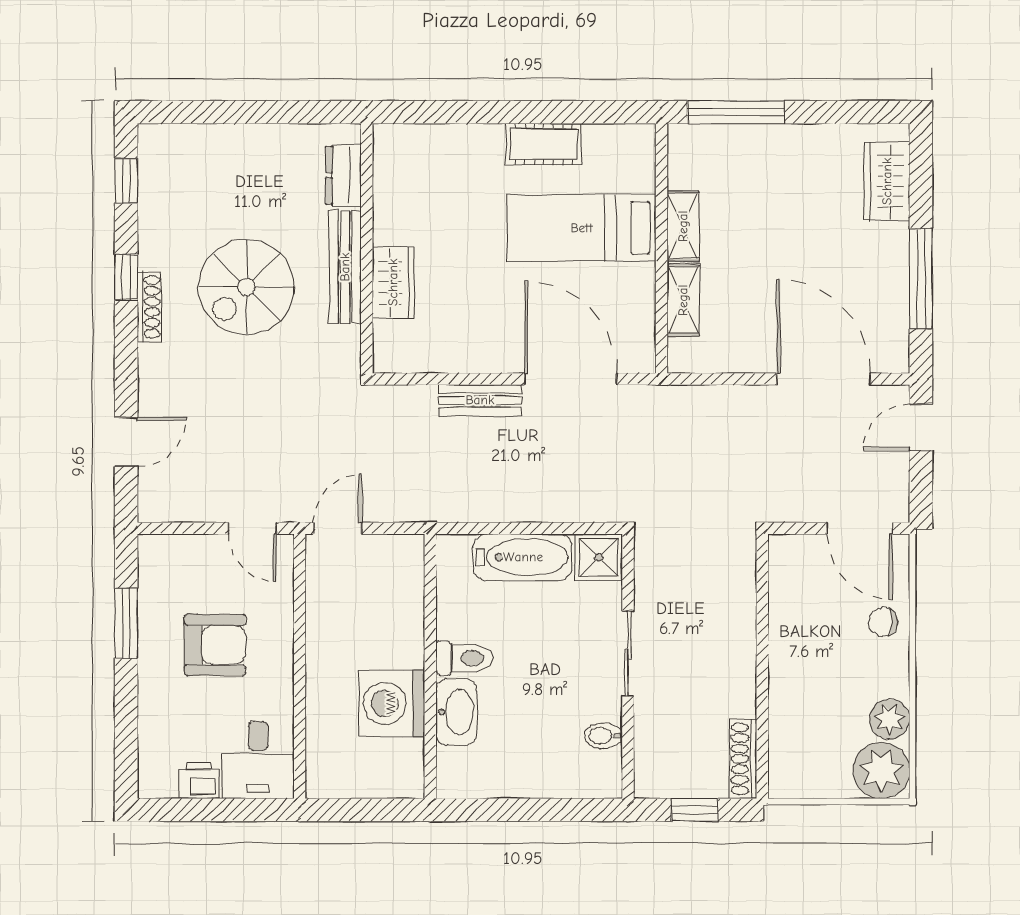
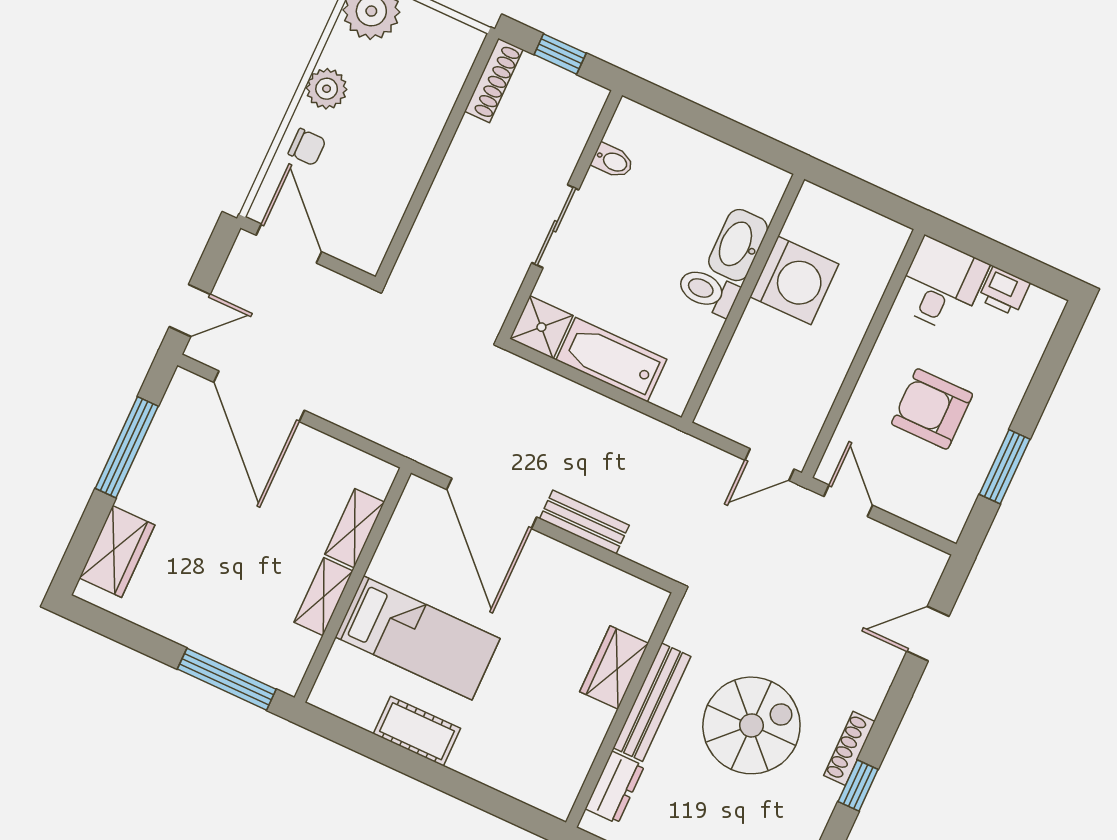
plant: (890, 719) -> (327, 89), moved

